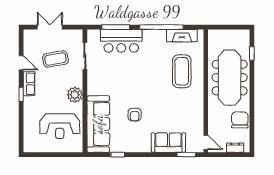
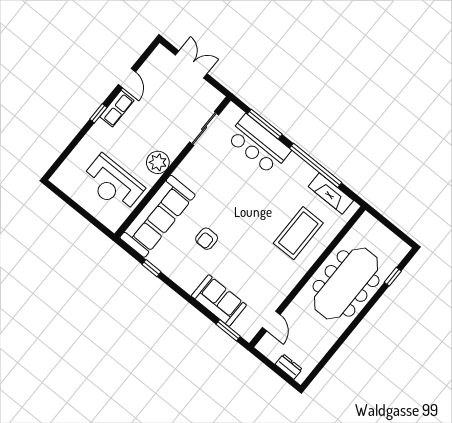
coffee table: (55, 59) -> (169, 105), removed
chair: (240, 120) -> (319, 340), removed
door: (206, 142) -> (271, 321), moved

